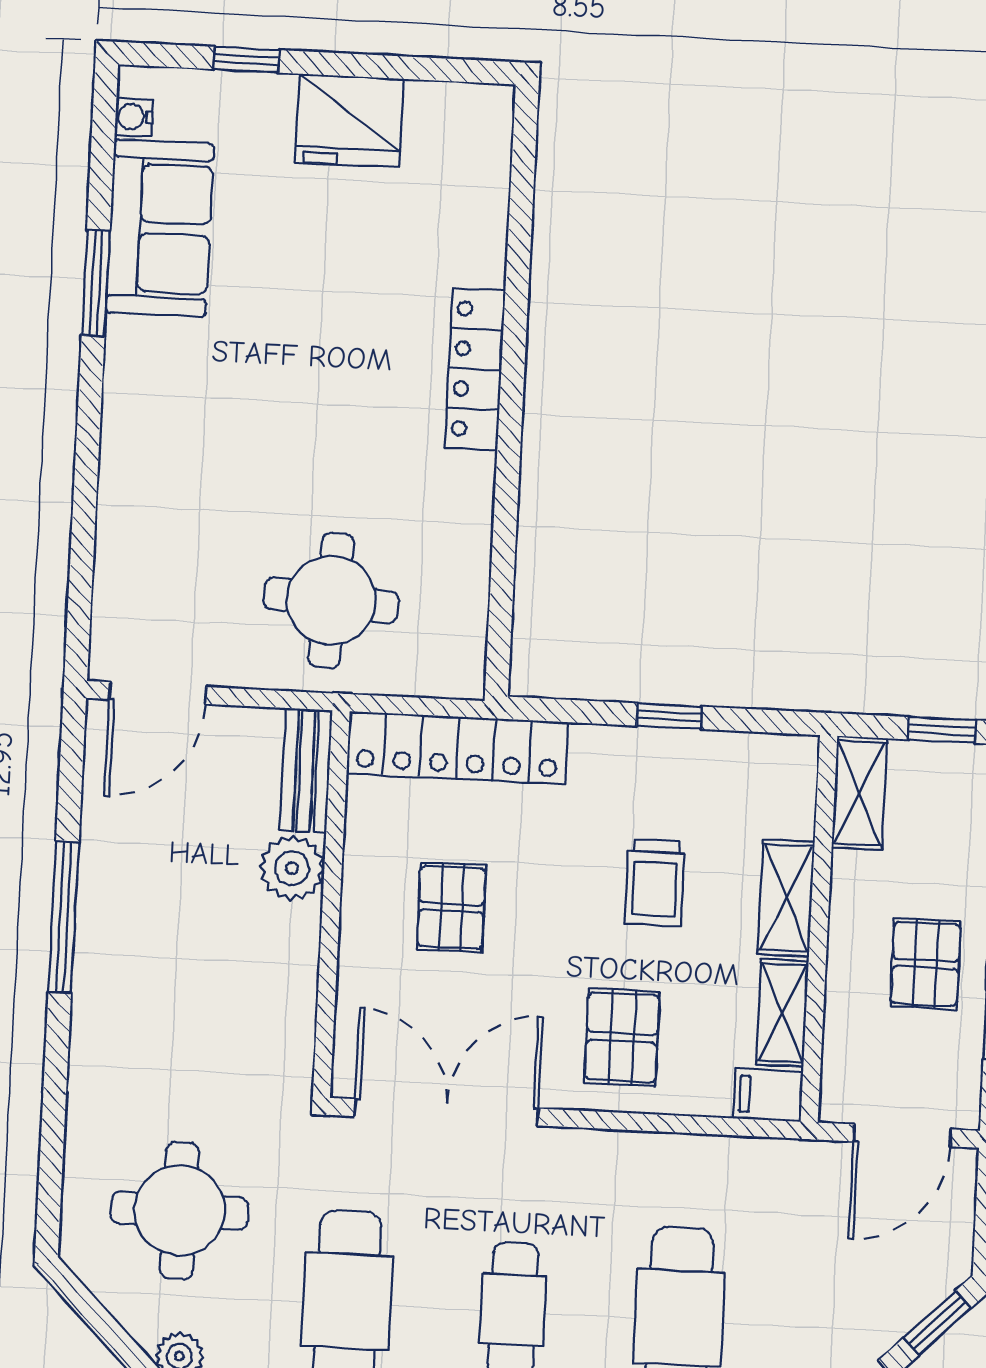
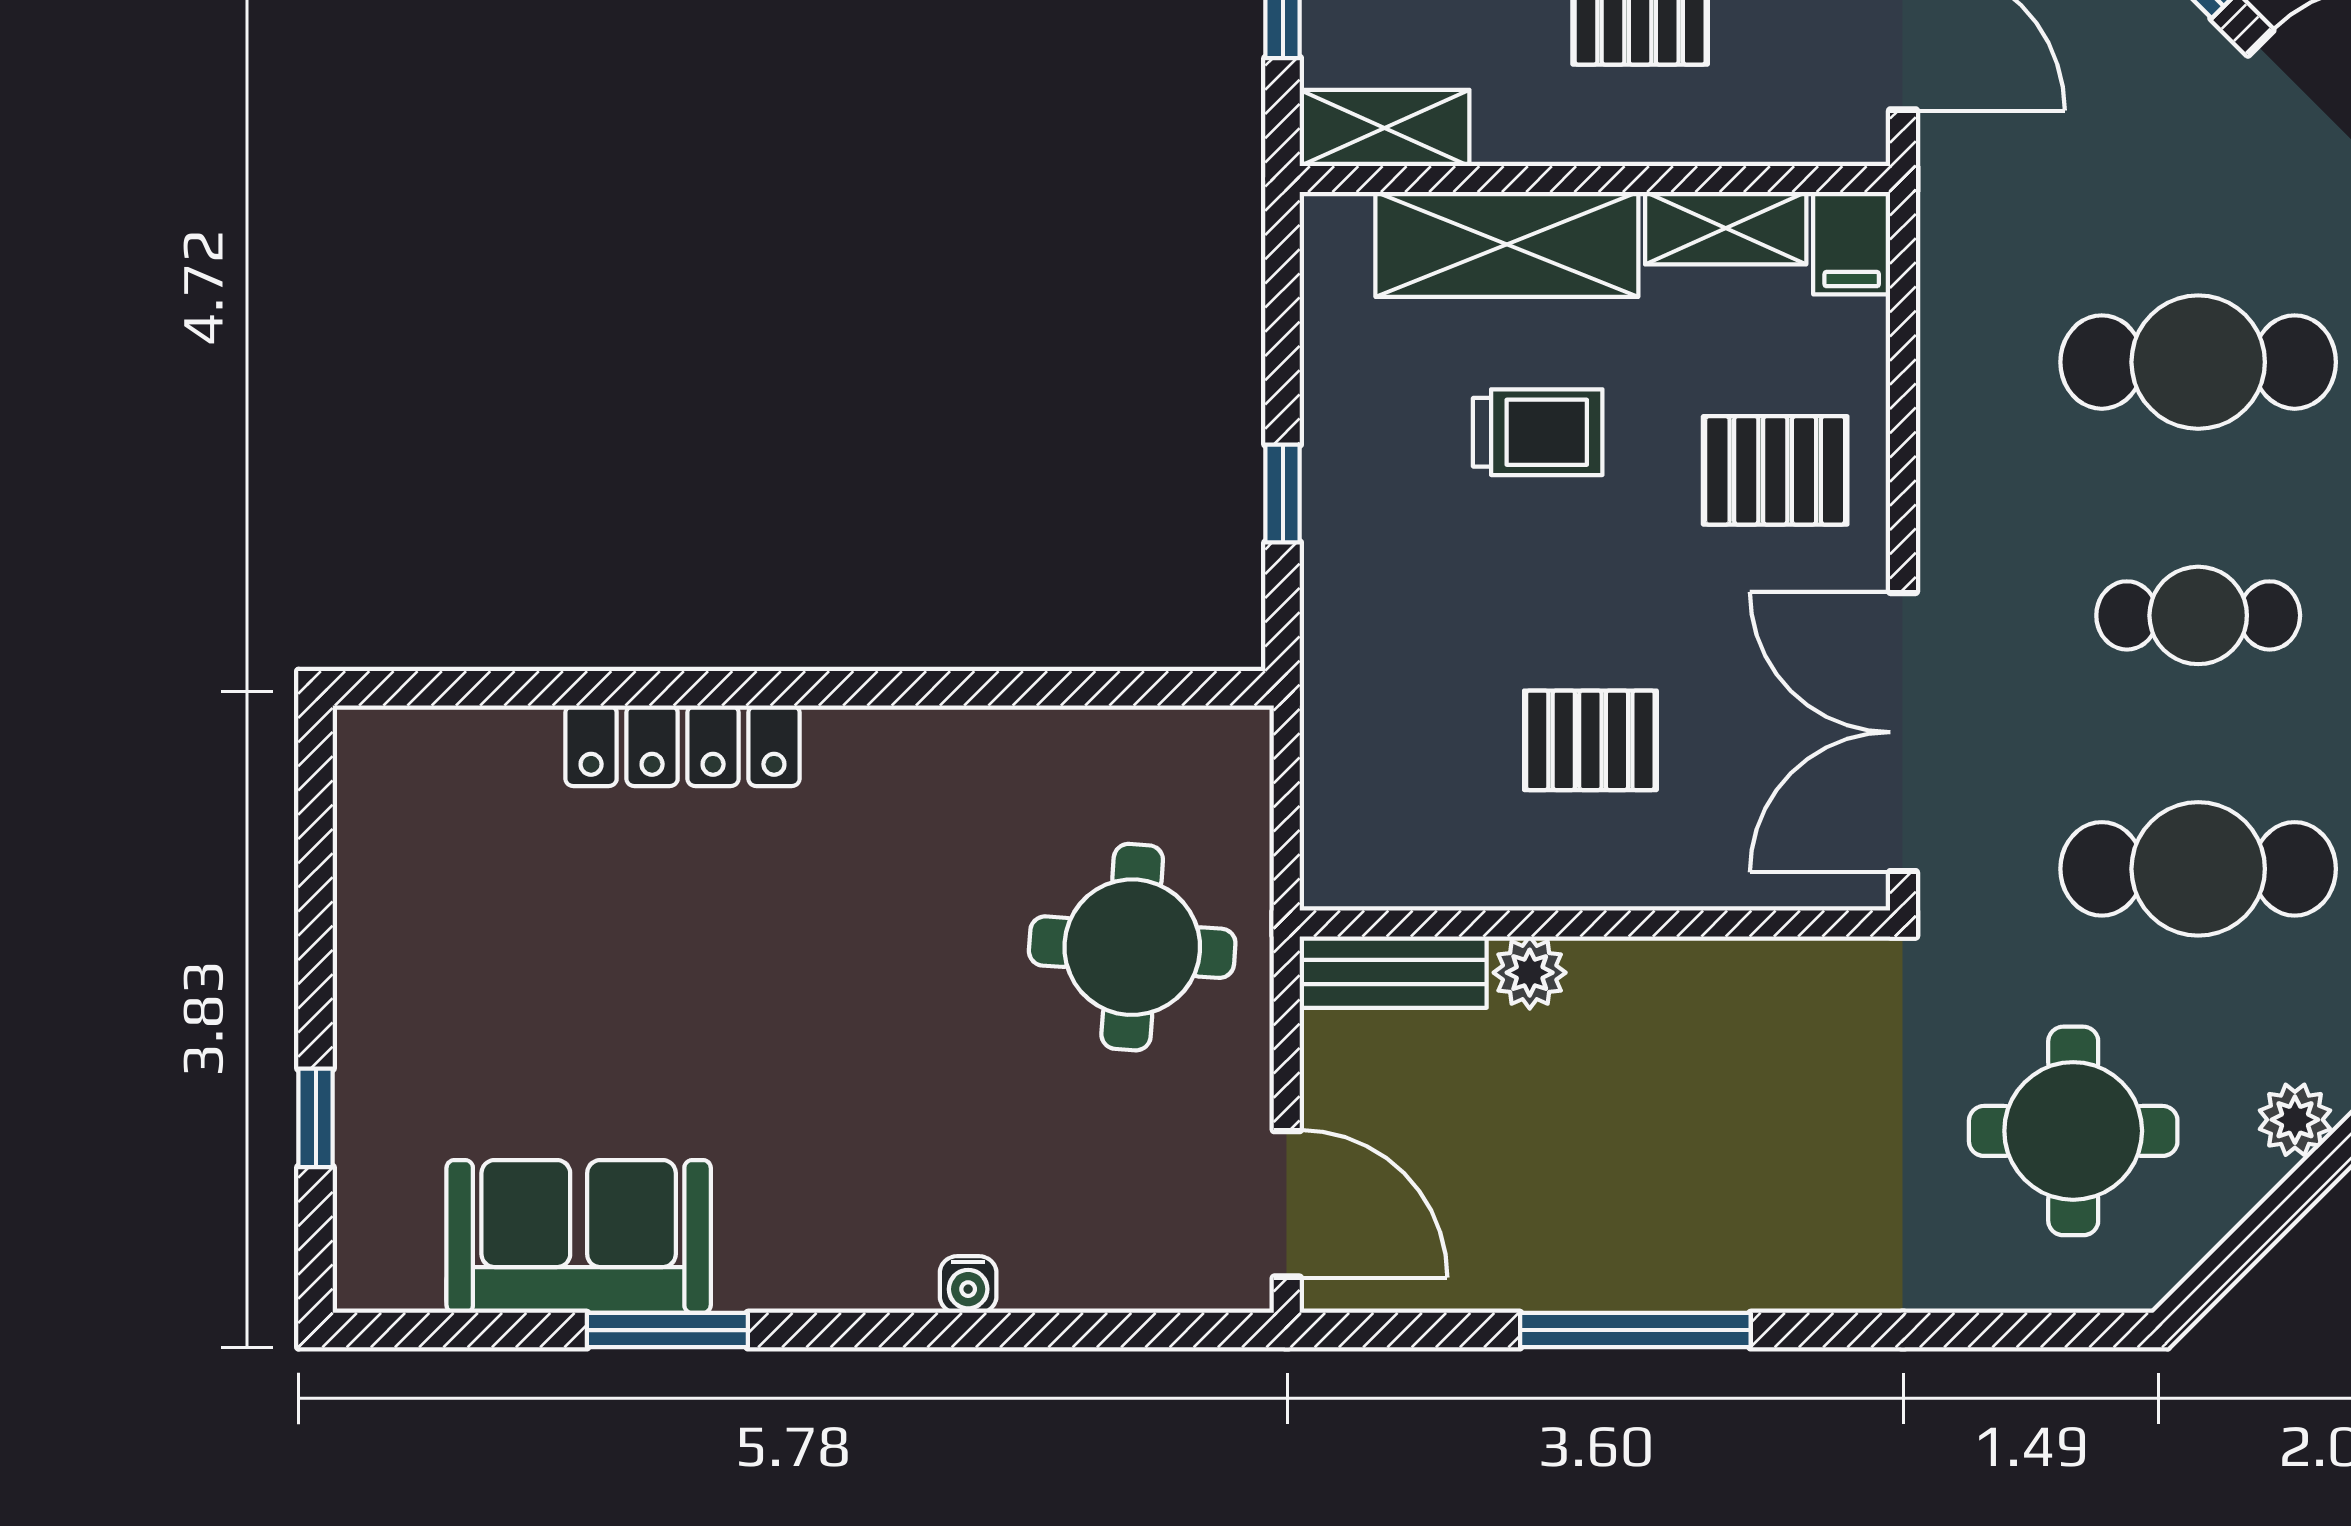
water cooler: (134, 117) -> (968, 1285), moved
fridge: (349, 121) -> (400, 956), removed
locker: (475, 369) -> (683, 746), moved
window: (669, 716) -> (1283, 494), moved
locker: (457, 748) -> (1347, 743), removed
plant: (292, 868) -> (1530, 973), width x0.73, depth x0.73
shelving: (786, 898) -> (1507, 244), width x1.50, depth x1.33

